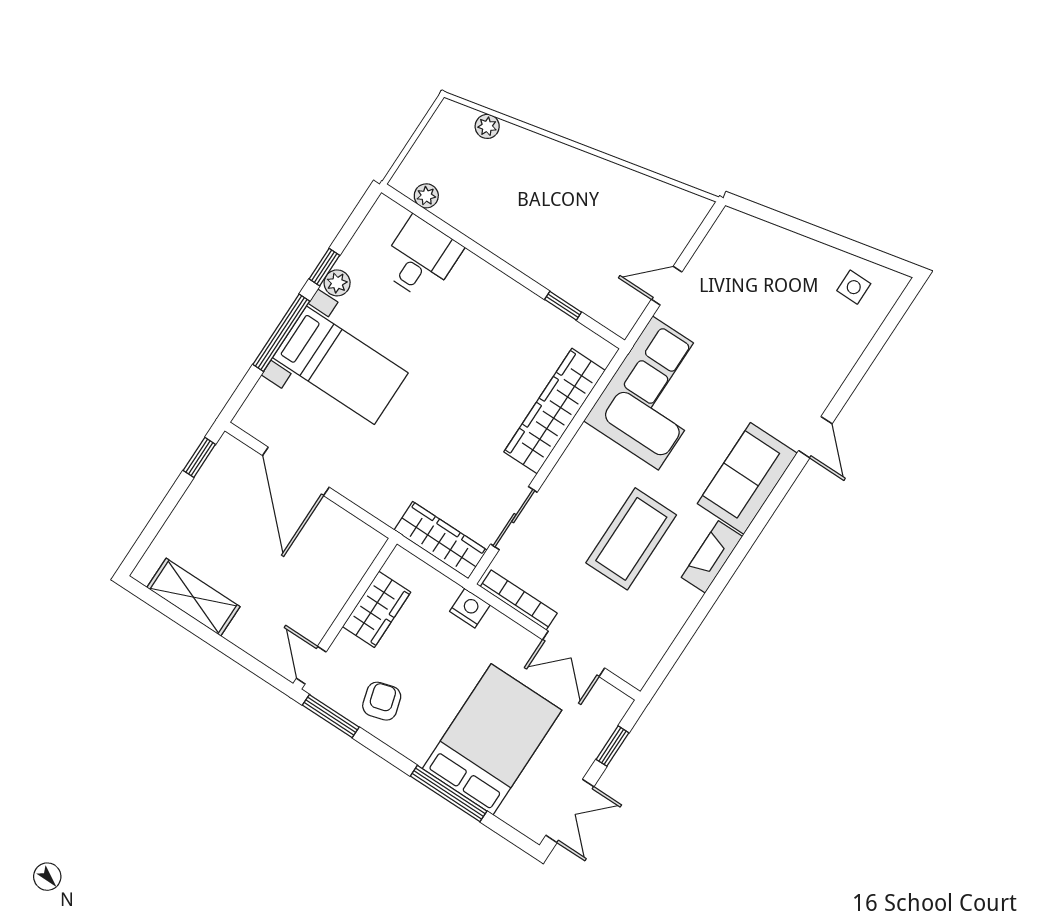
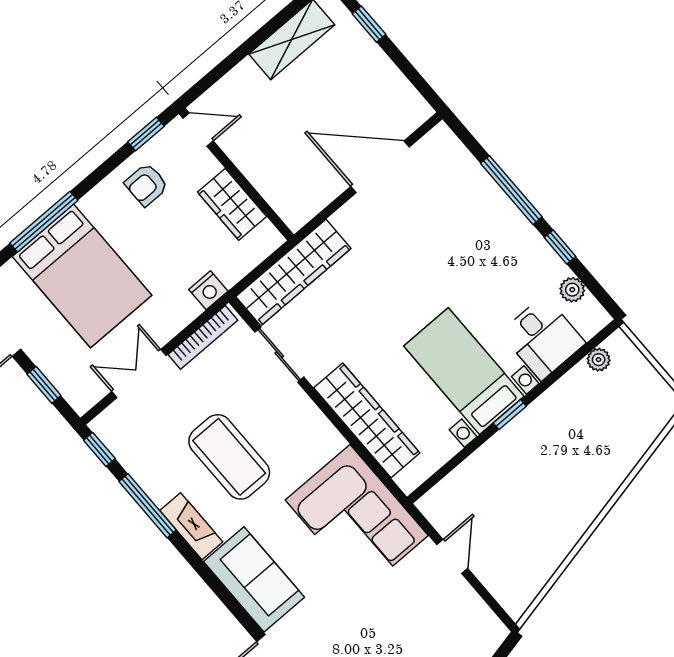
plant: (487, 126) -> (646, 434), removed
plant: (337, 283) -> (572, 290), moved
window: (563, 306) -> (510, 415), moved
bed with nightstands: (340, 365) -> (464, 371), moved, turned 90
window: (199, 457) -> (369, 24), moved
wardrobe: (440, 540) -> (293, 272), width x1.40, depth x1.17
window: (704, 607) -> (147, 506), added
window: (662, 671) -> (99, 450), added
armchair: (382, 701) -> (146, 185), turned 106
window: (331, 716) -> (146, 134), width x0.67

